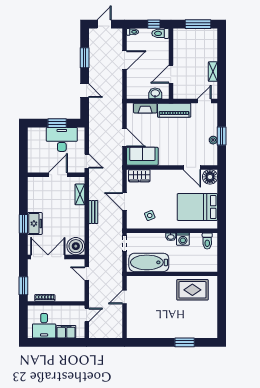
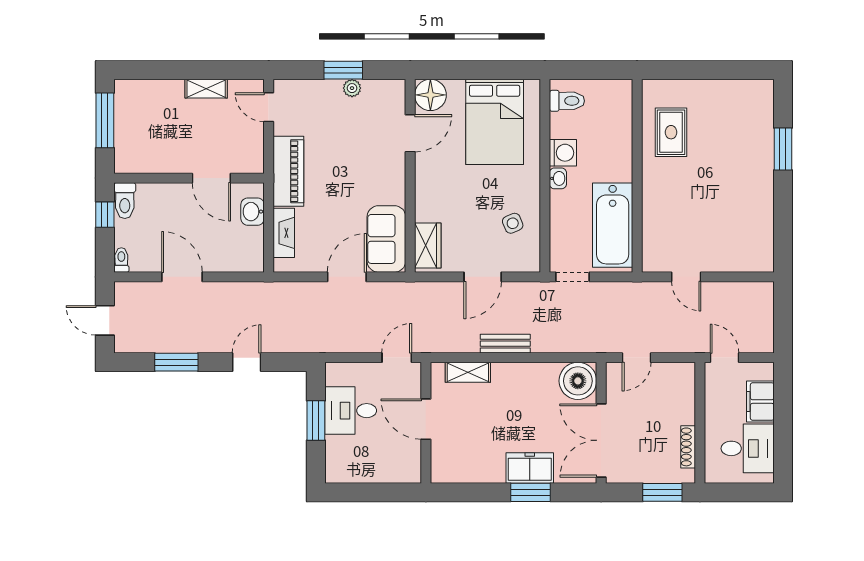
desk: (62, 139) -> (351, 411), width x0.73
rug: (192, 290) -> (671, 132), width x0.73, depth x0.70

